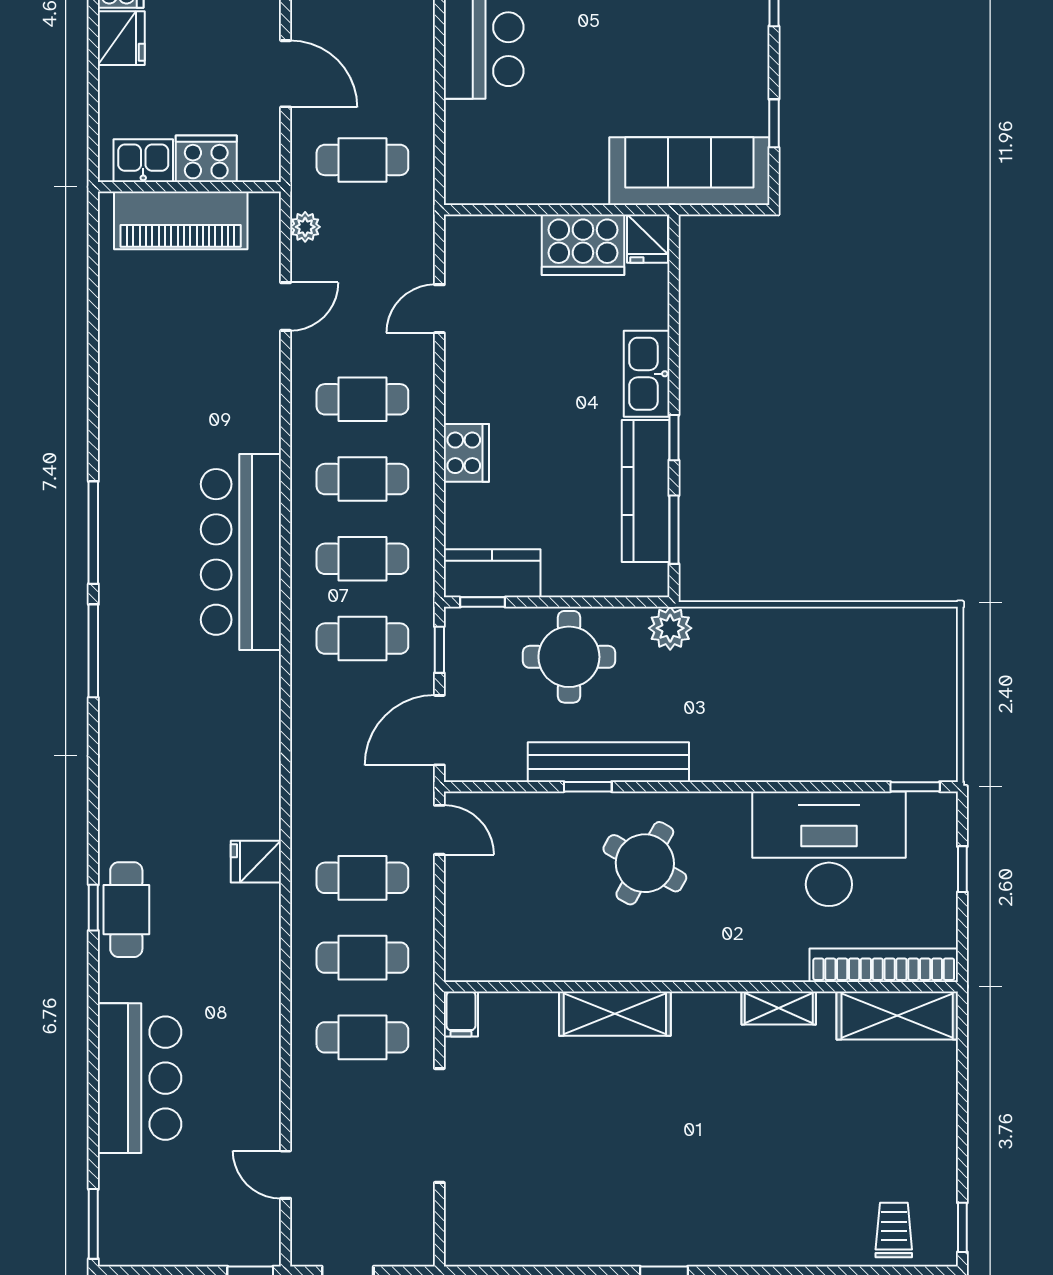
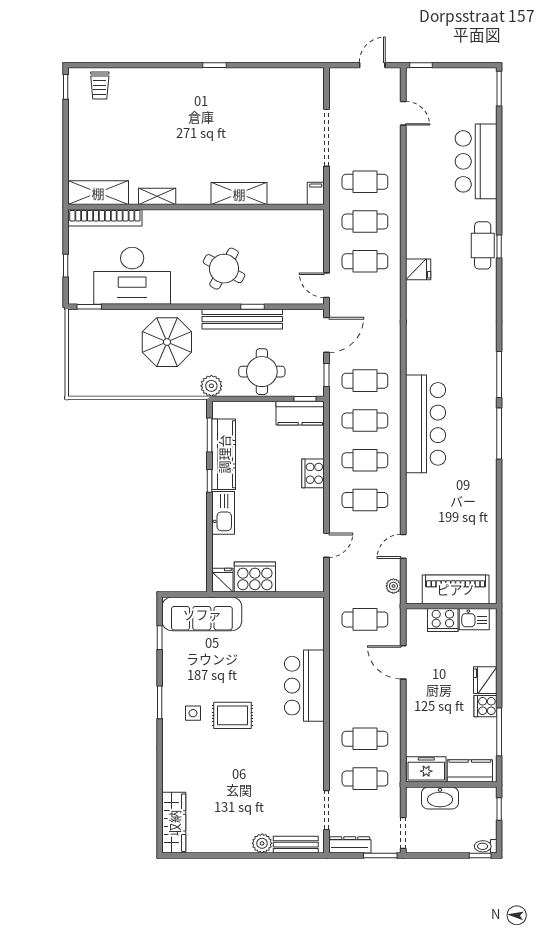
parasol: (759, 716) -> (167, 342), added

